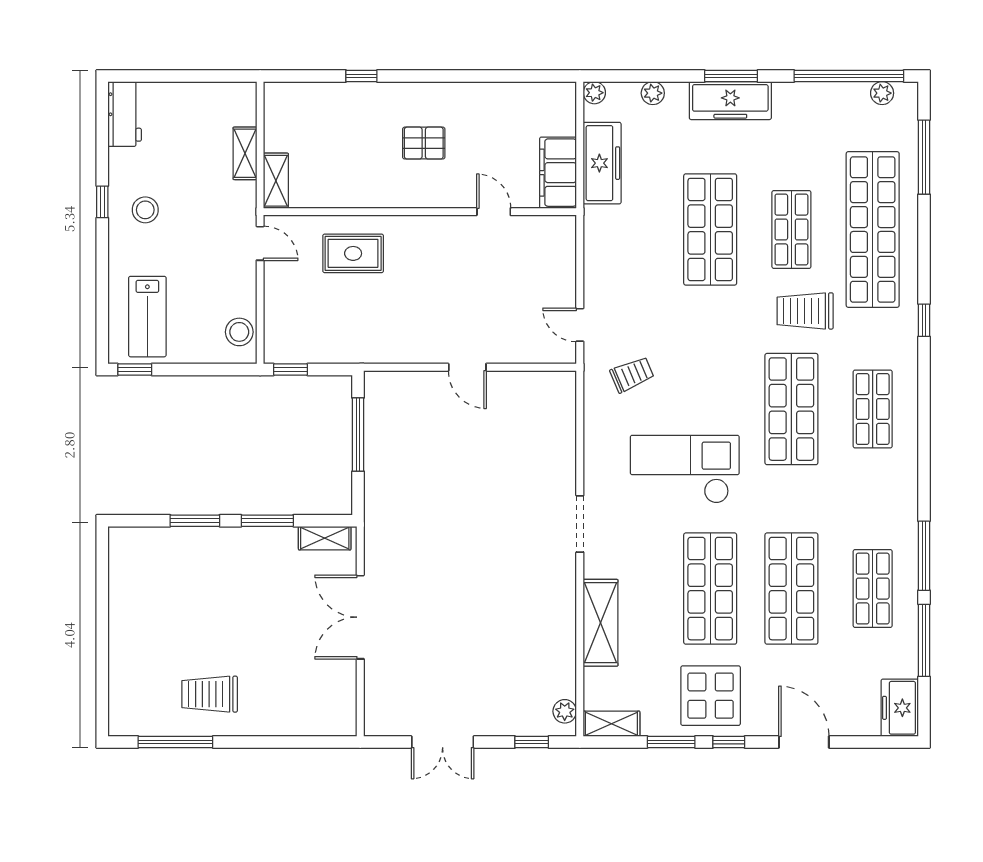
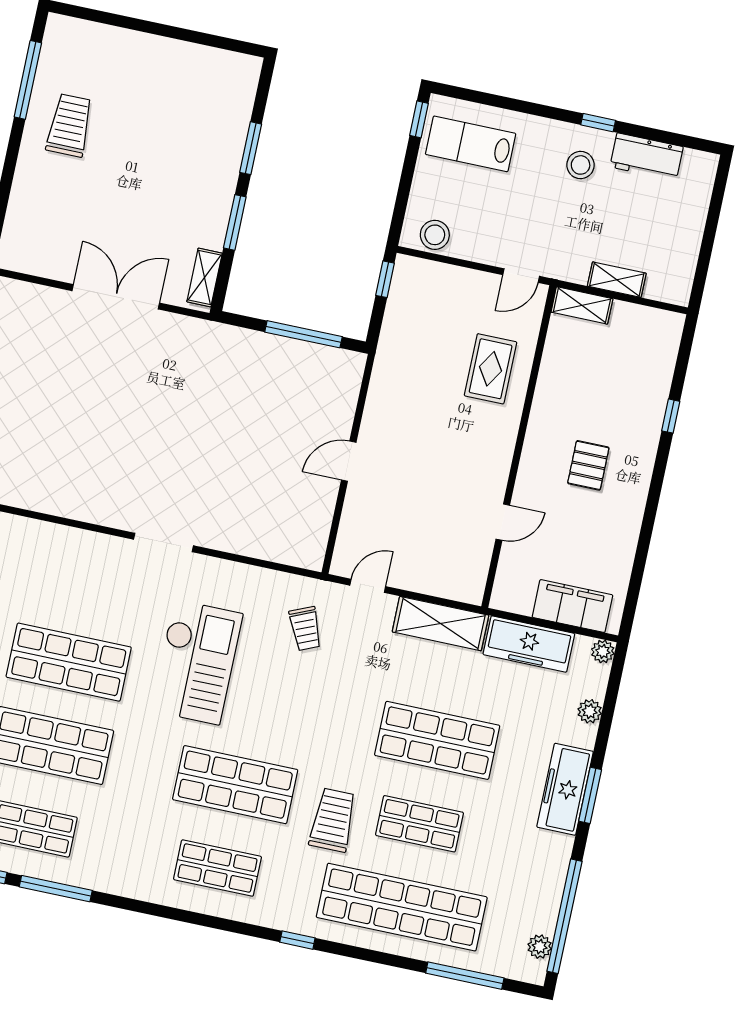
workbench: (125, 114) -> (647, 157), moved
filing cabinet: (558, 173) -> (572, 606), moved
shelving: (601, 623) -> (440, 624), moved

